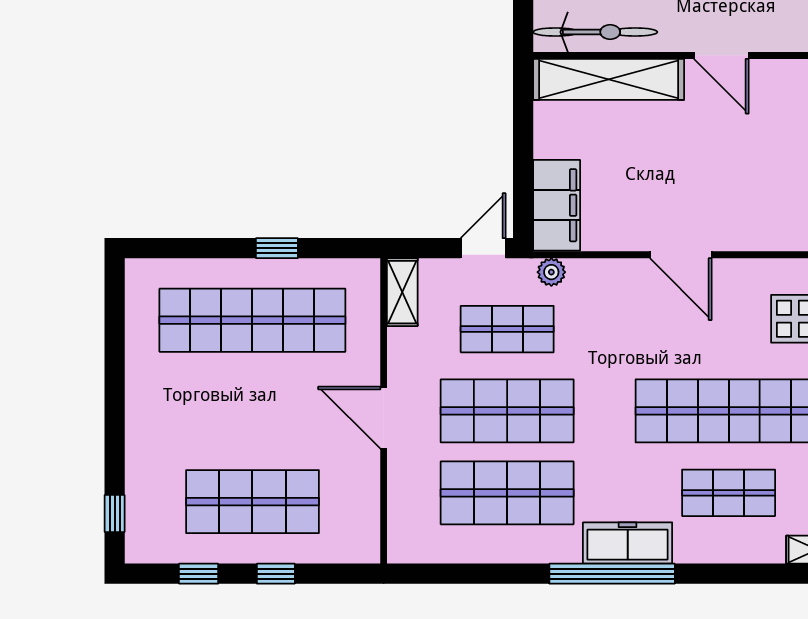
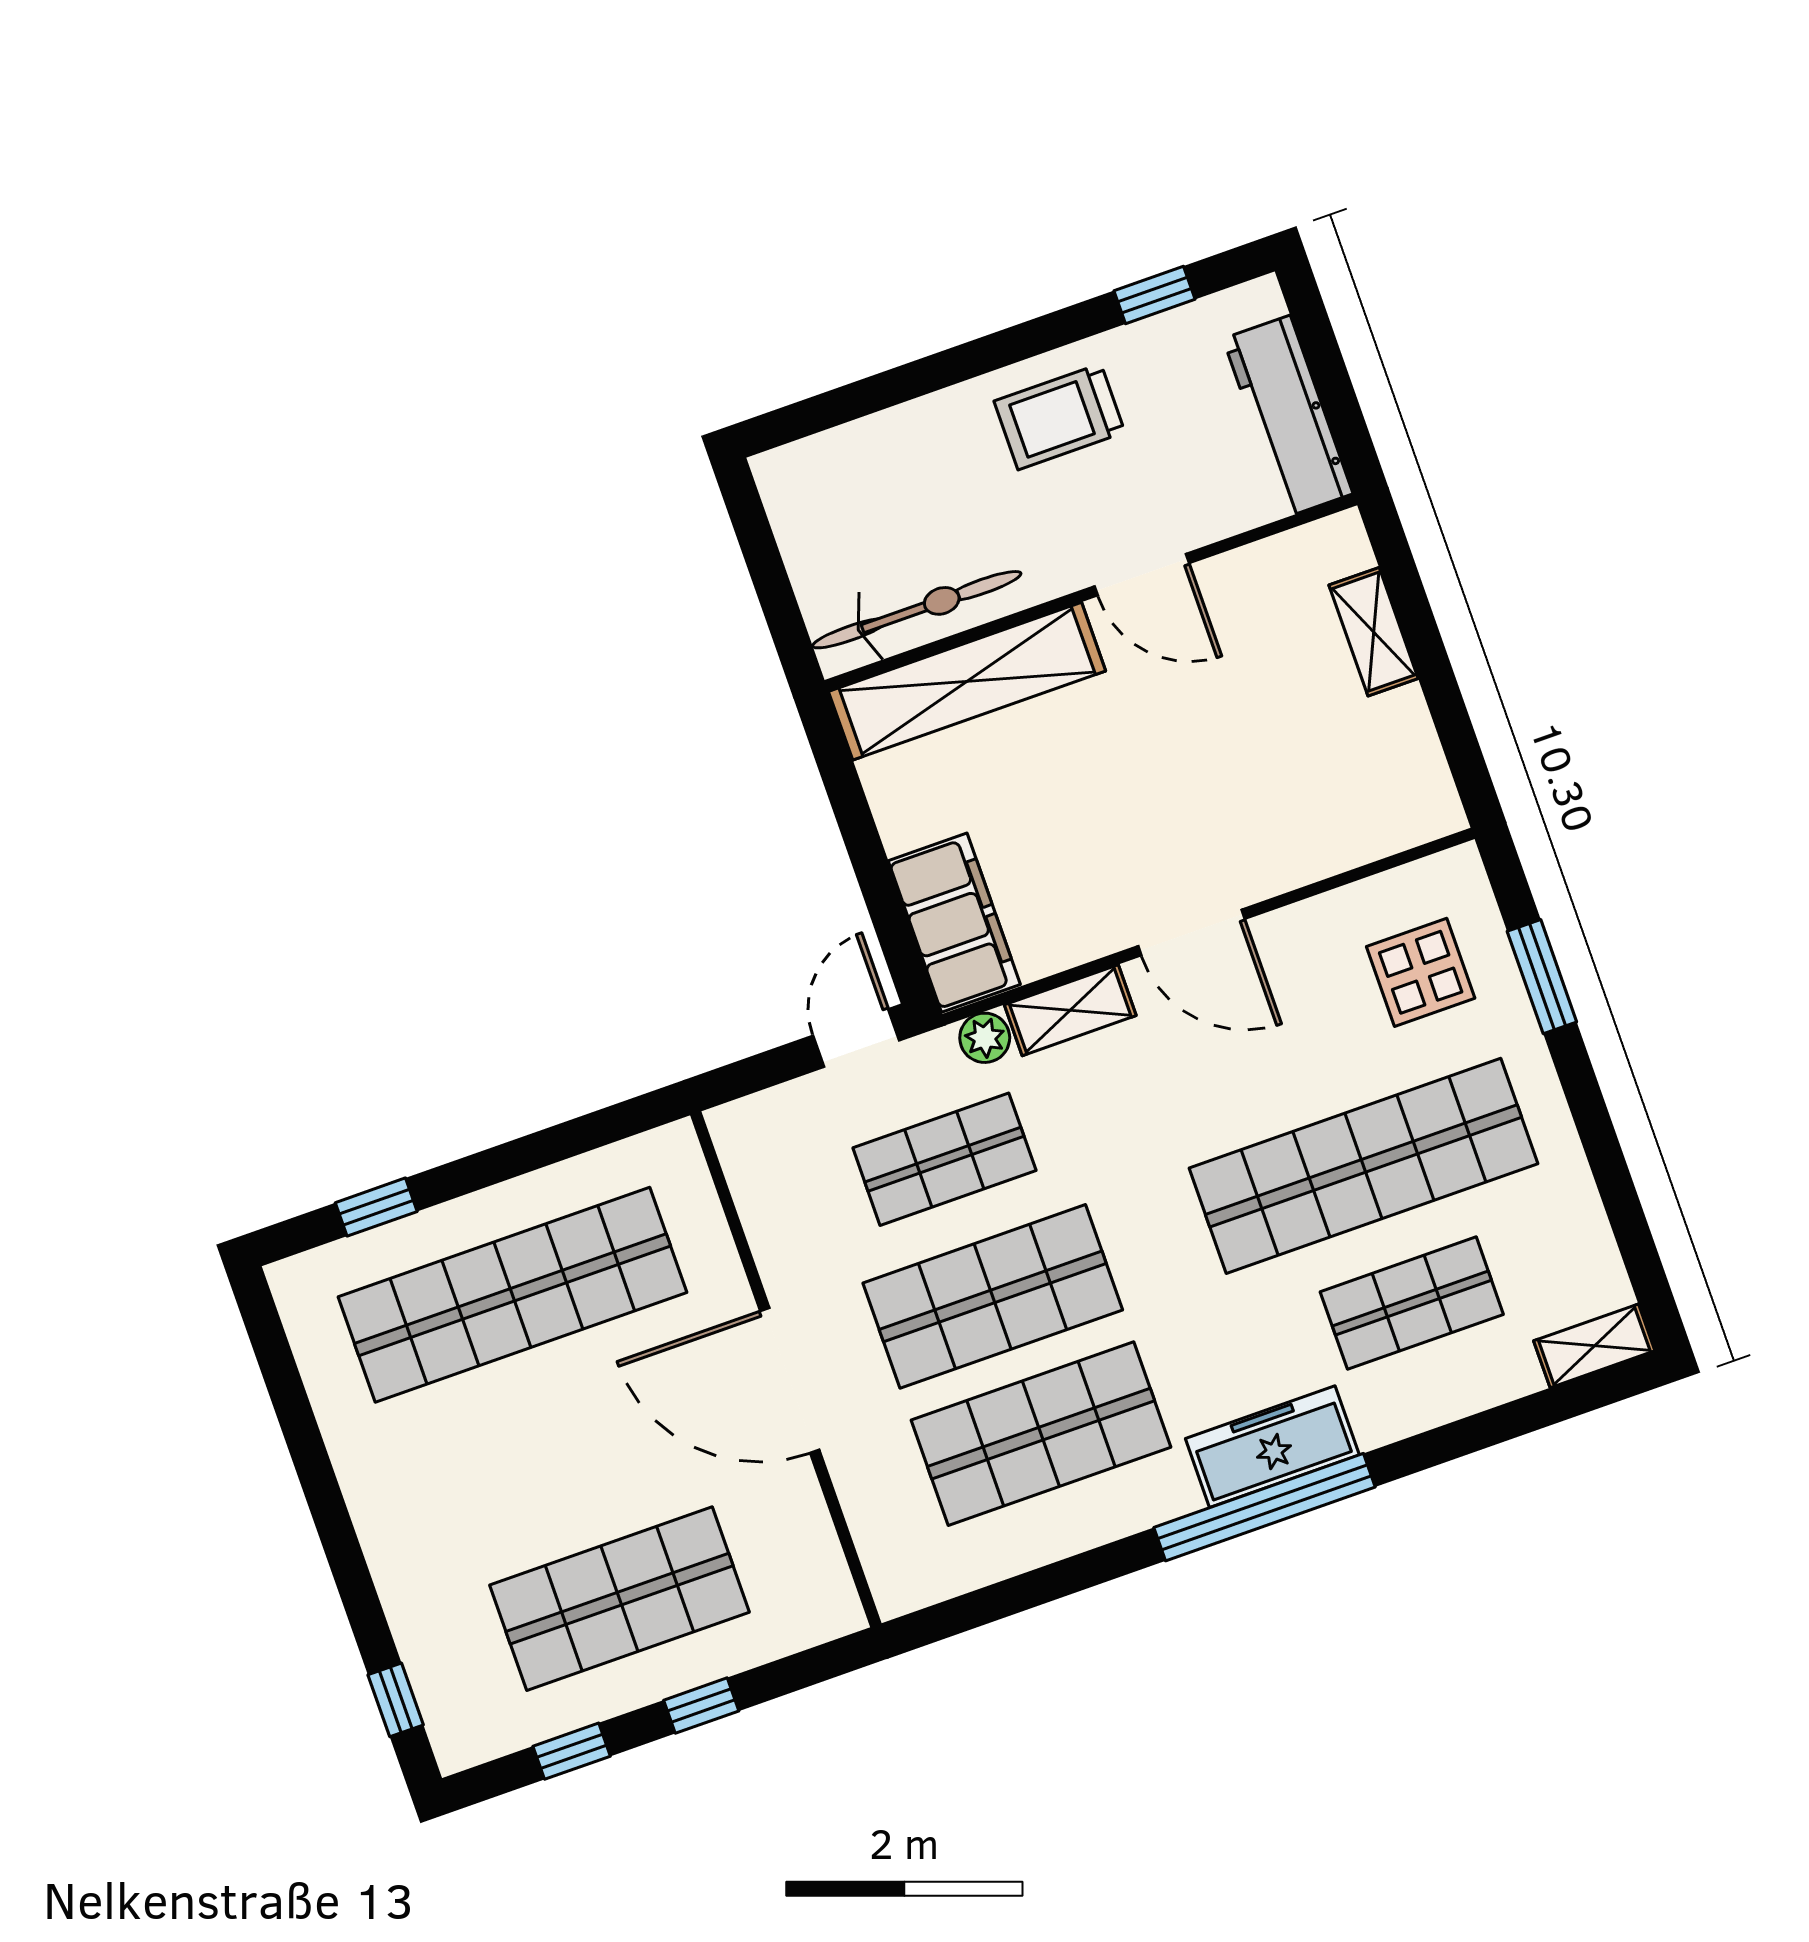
window: (277, 248) -> (376, 1207), moved
shelving: (402, 292) -> (1070, 1010), moved, turned 90
door: (384, 418) -> (790, 1380), width x1.36

